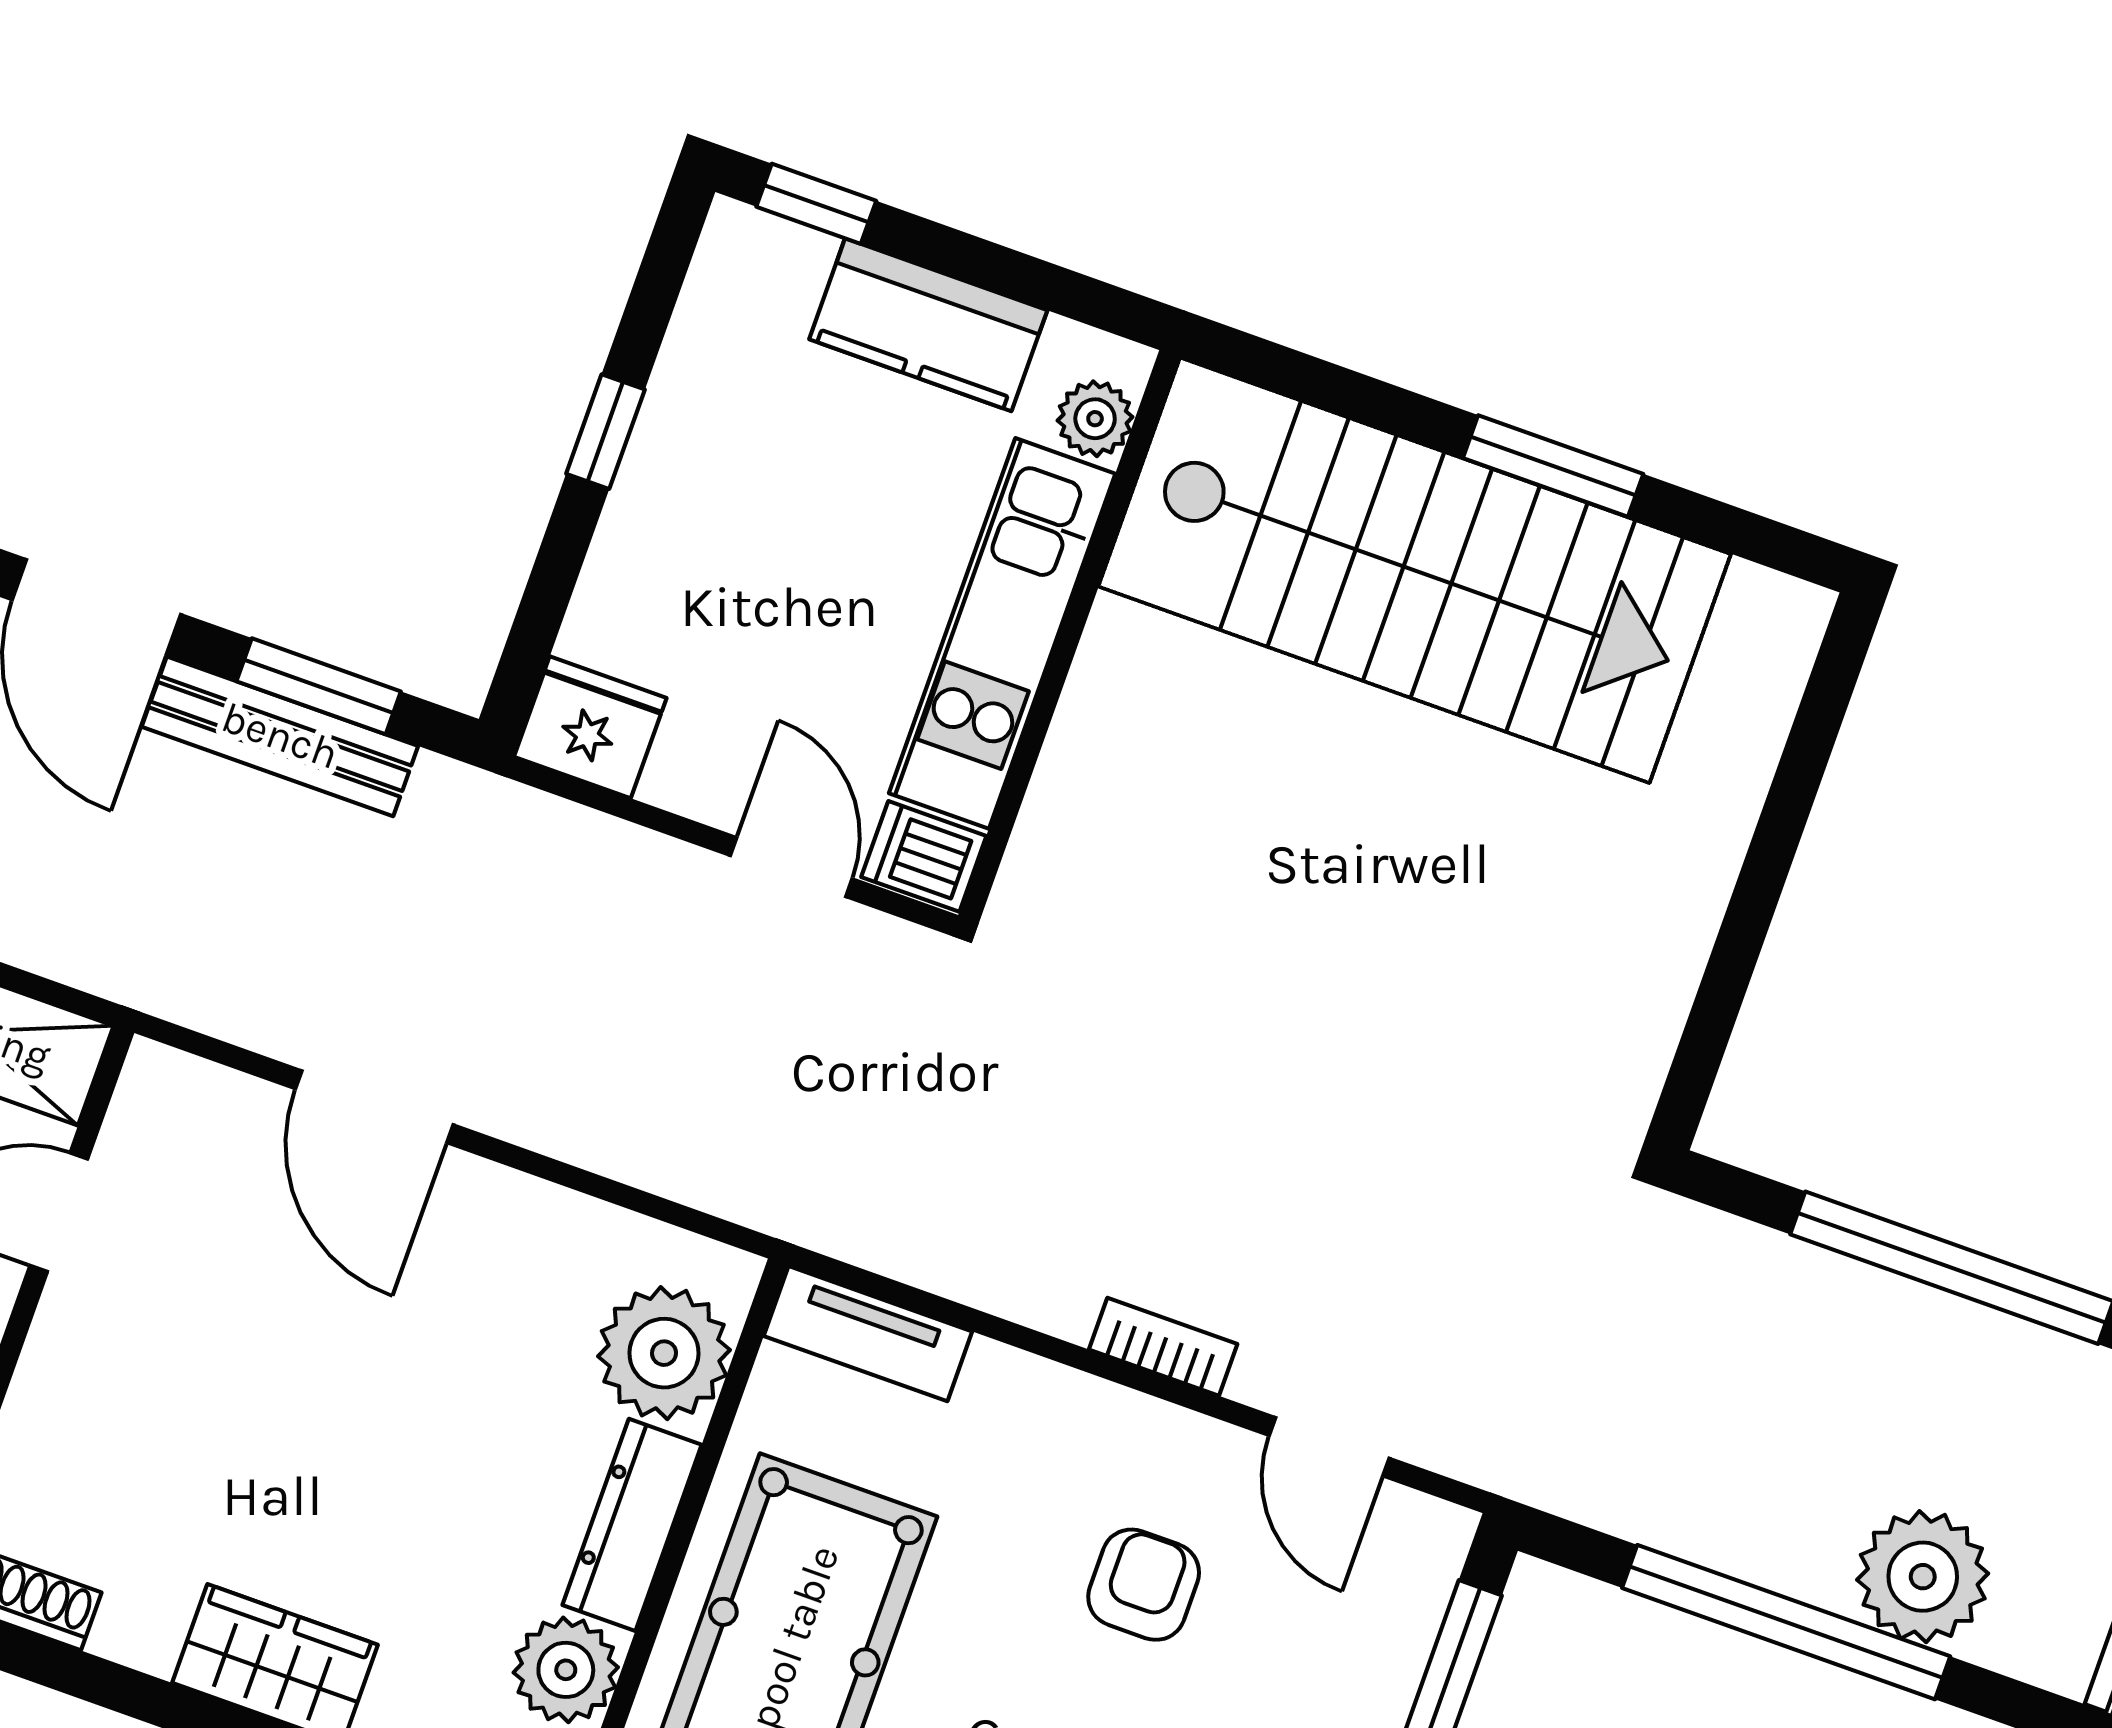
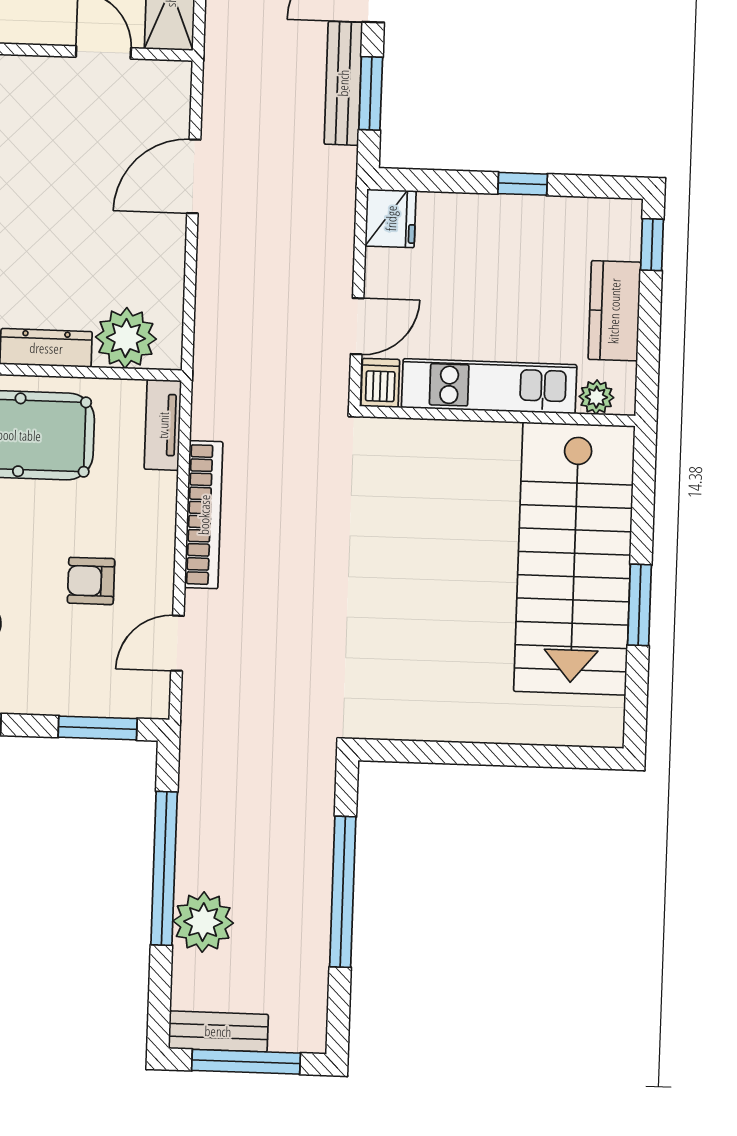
bookcase: (1163, 1347) -> (204, 515), width x2.31, depth x1.31
armchair: (1144, 1585) -> (91, 581), turned 180

